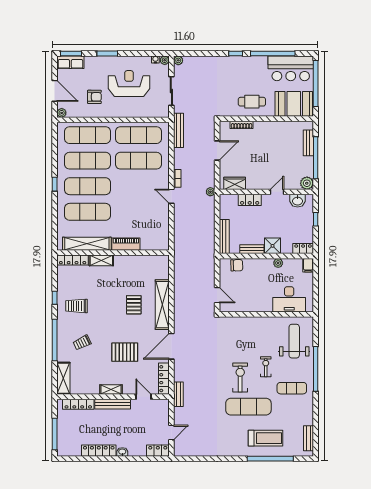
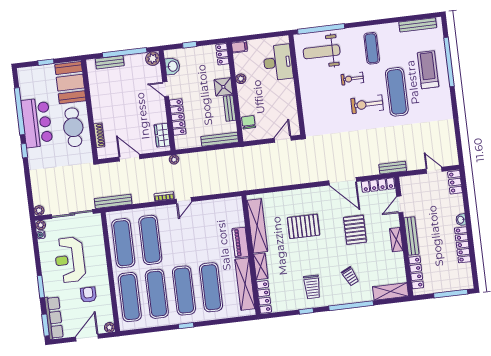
row of seats: (70, 62) -> (54, 318), width x1.48
bar counter: (291, 68) -> (37, 123), moved
window: (316, 84) -> (46, 62), width x0.32
sliding door: (171, 91) -> (72, 214), width x1.37
cafe table: (252, 102) -> (73, 127), width x1.37, depth x1.35
locker: (250, 200) -> (178, 117), width x1.53
pallet: (134, 305) -> (303, 226), width x1.50, depth x1.42
shelving: (162, 305) -> (257, 226), moved, turned 90
window: (316, 369) -> (321, 29), moved
bench: (308, 438) -> (418, 25), width x1.36

